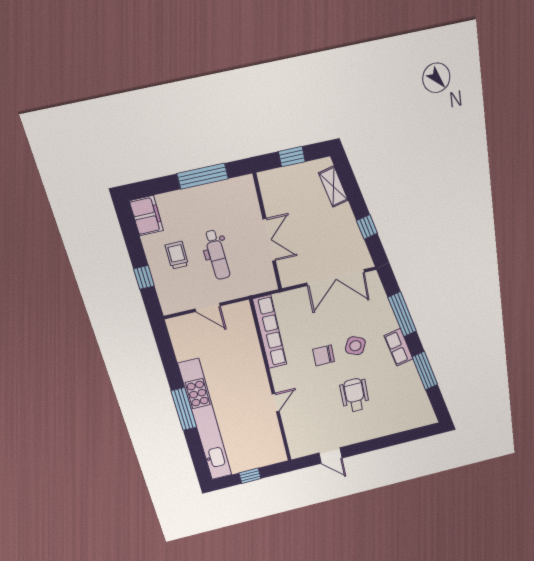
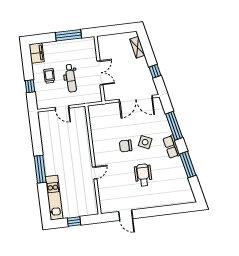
window: (292, 157) -> (116, 29), removed
row of seats: (270, 332) -> (95, 127), removed
kitchen unit: (206, 421) -> (54, 198), width x0.54

